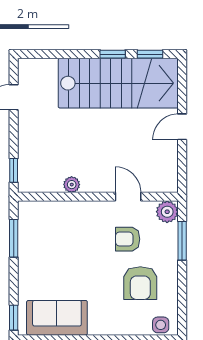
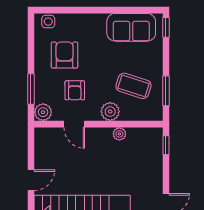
plant: (83, 213) -> (110, 112), added
armchair: (128, 239) -> (75, 90), turned 90
coffee table: (54, 245) -> (133, 86), added

